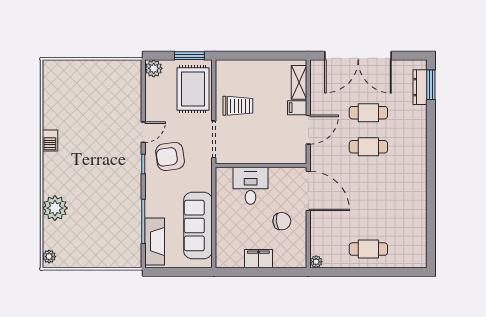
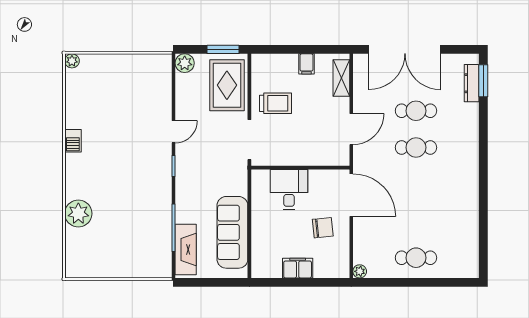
filing cabinet: (297, 108) -> (306, 64), moved, turned -90
armchair: (170, 156) -> (202, 158), removed
plant: (49, 257) -> (72, 61), moved

